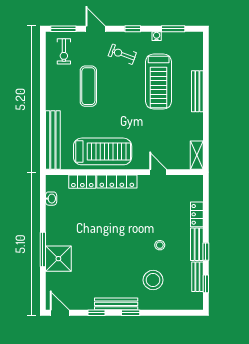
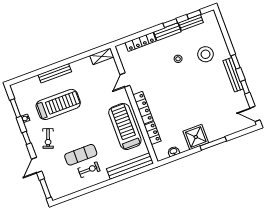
exercise bike: (64, 51) -> (89, 170), moved
locker: (197, 214) -> (141, 42), width x1.53
shower: (58, 259) -> (196, 137), moved
door: (60, 313) -> (255, 114), hinge flipped

